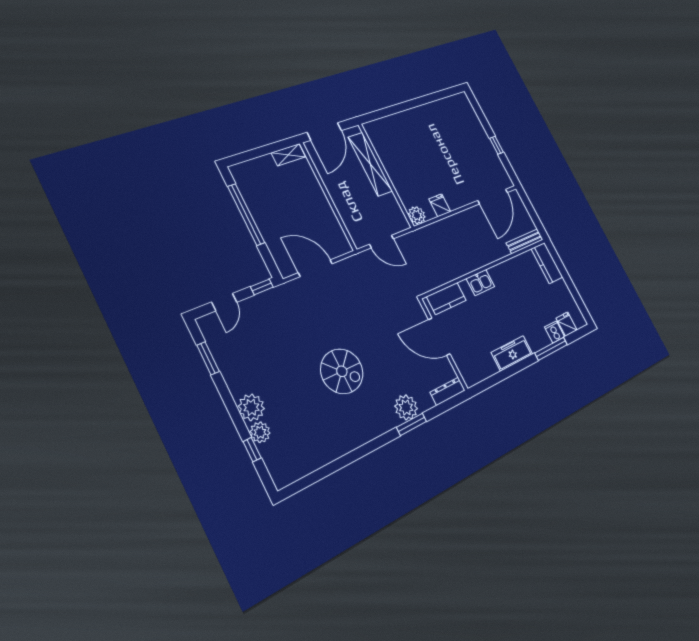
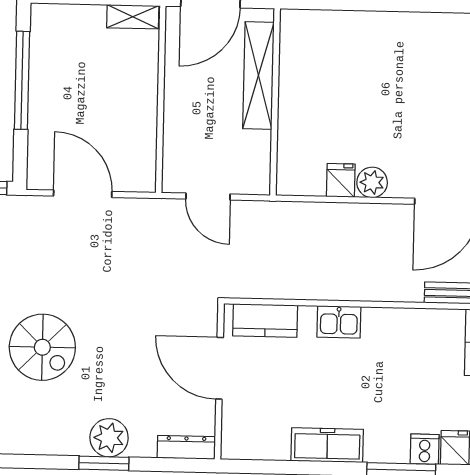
plant: (417, 215) -> (372, 182), moved

